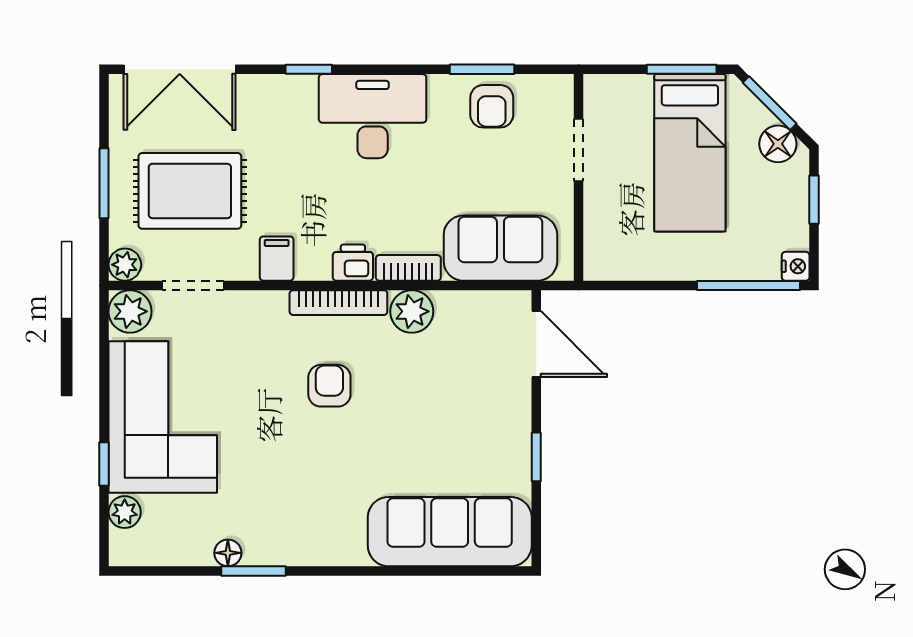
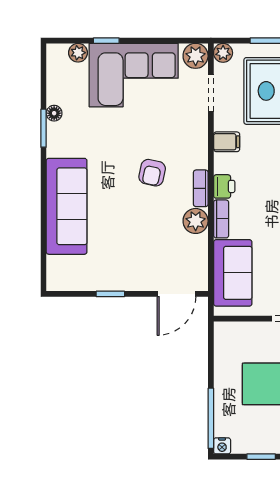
bookcase: (338, 303) -> (201, 188), width x0.64
armchair: (329, 386) -> (152, 173), turned 102
sofa: (450, 532) -> (67, 206), moved

